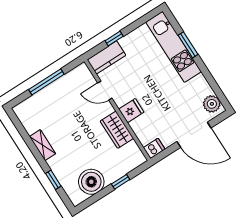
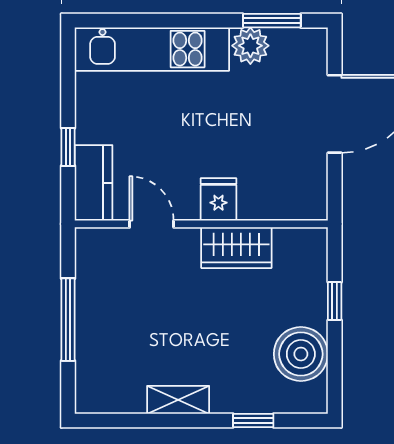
window: (188, 45) -> (272, 21), moved
door: (105, 91) -> (152, 224), swing flipped
plant: (212, 104) -> (250, 46), moved
dishwasher: (154, 148) -> (313, 202), removed

